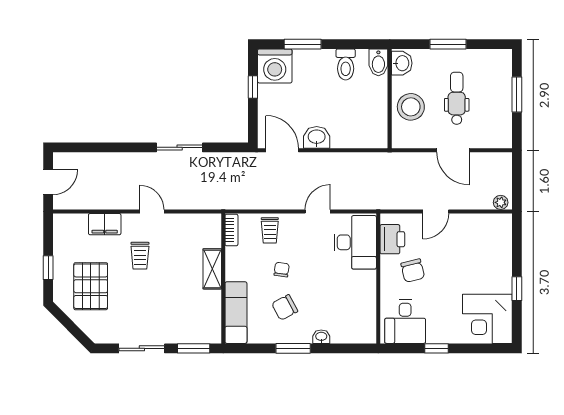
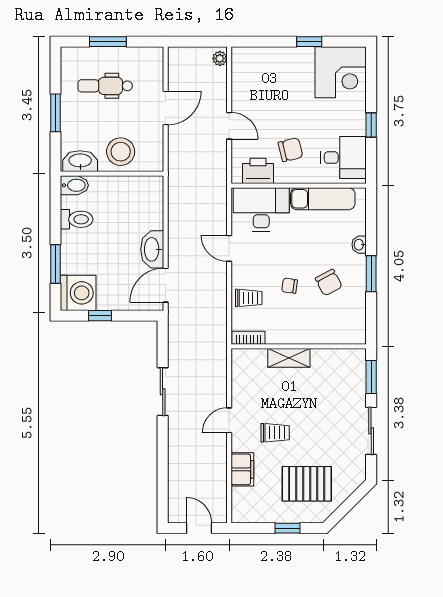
washbasin: (402, 63) -> (80, 161), width x1.38
dental chair: (457, 98) -> (105, 86), moved
washbasin: (317, 137) -> (152, 249), width x1.38
exam couch: (236, 313) -> (323, 199), moved, turned 180

